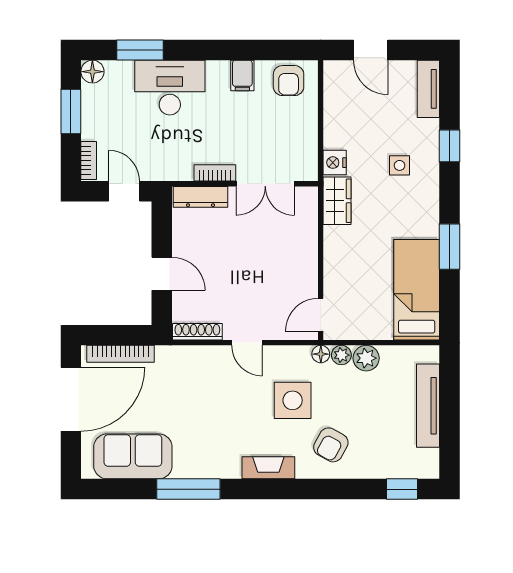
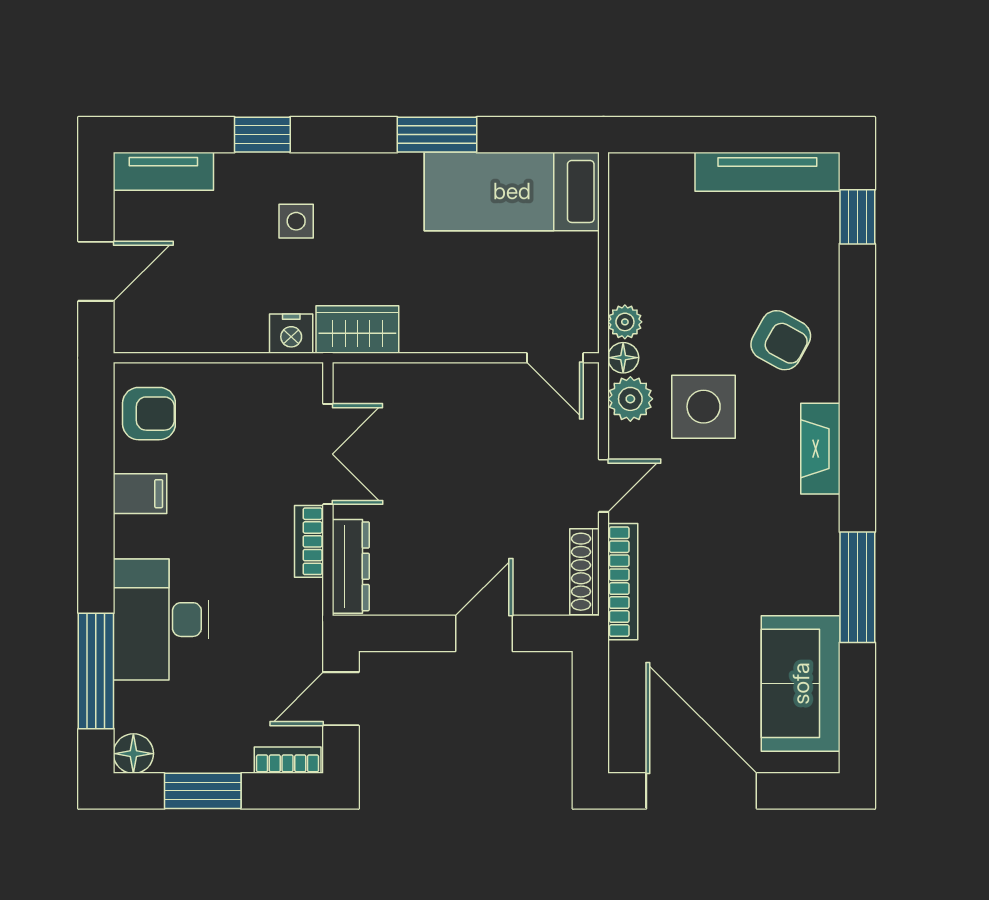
window: (140, 50) -> (96, 671), width x1.44
bookcase: (121, 354) -> (623, 582), moved
plant: (366, 358) -> (630, 399), moved
tv unit: (428, 406) -> (767, 172), moved

